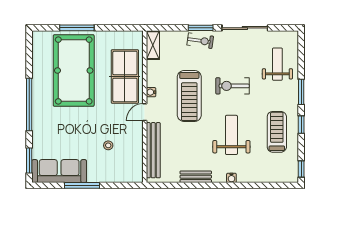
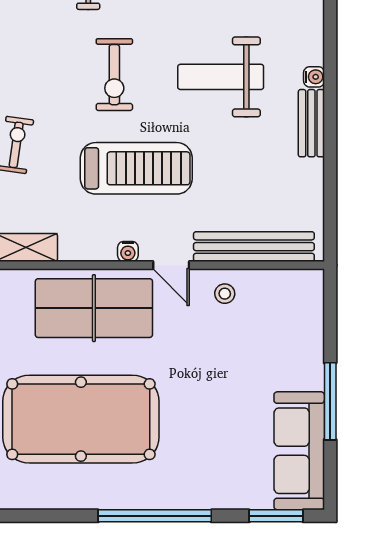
stool: (108, 145) -> (225, 294), moved
bench: (196, 177) -> (311, 123), moved

